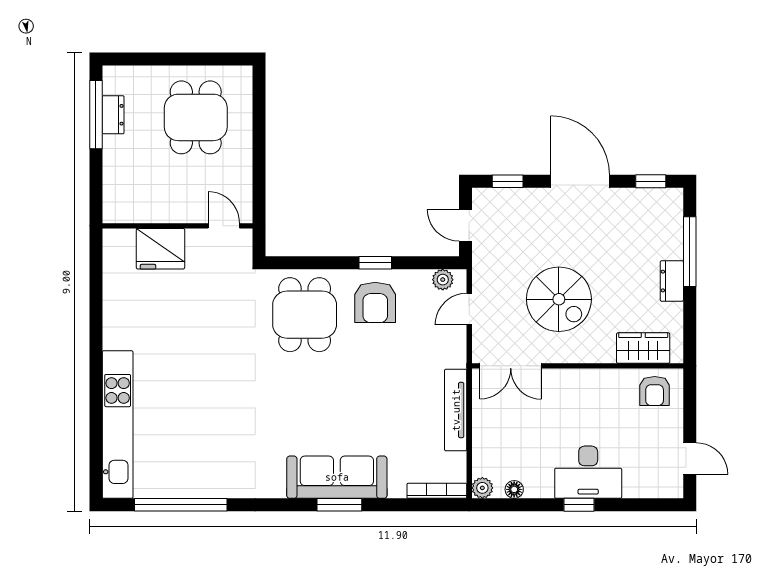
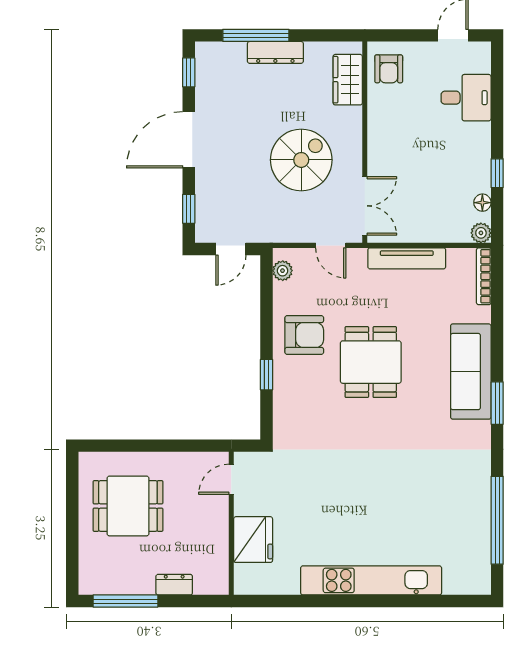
dresser: (113, 115) -> (174, 585), moved
window: (375, 263) -> (266, 375), moved
dresser: (672, 281) -> (275, 52), width x1.44
door: (469, 309) -> (331, 245), moved
dining table: (305, 315) -> (371, 362), moved, turned 90
armchair: (655, 391) -> (389, 69), turned 90
kitchen unit: (118, 425) -> (371, 580), moved
desk: (588, 472) -> (466, 98), moved, width x0.73
window: (339, 505) -> (497, 403), moved
window: (579, 505) -> (497, 173), moved

